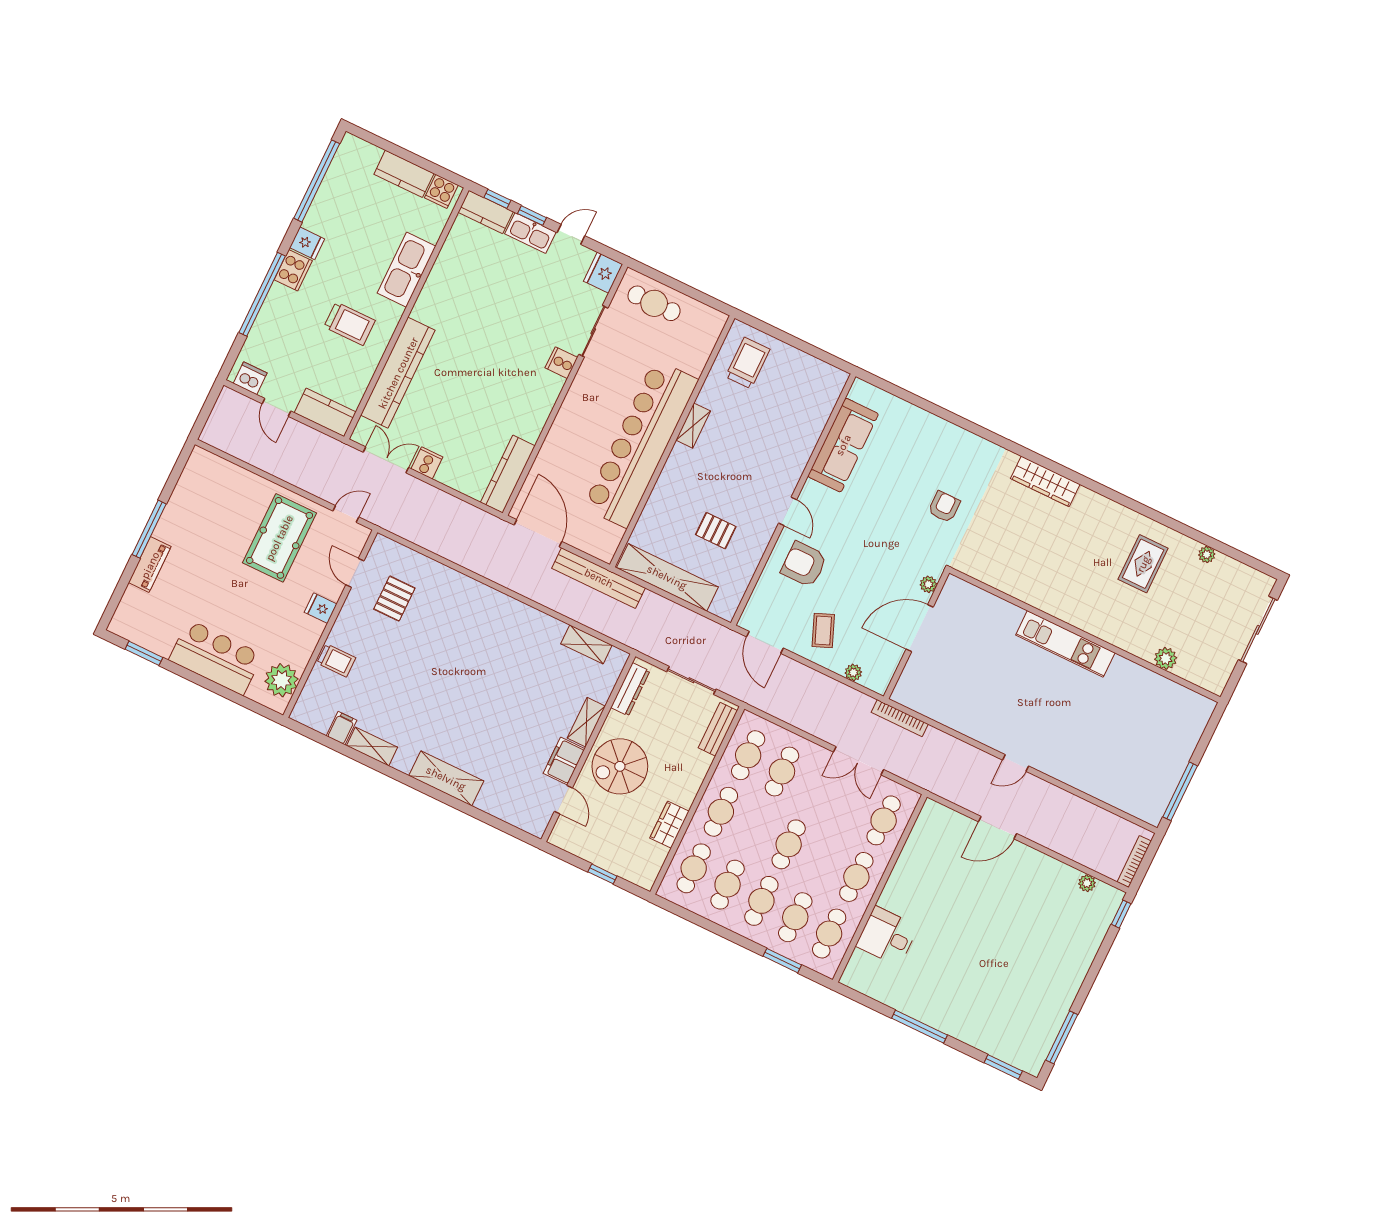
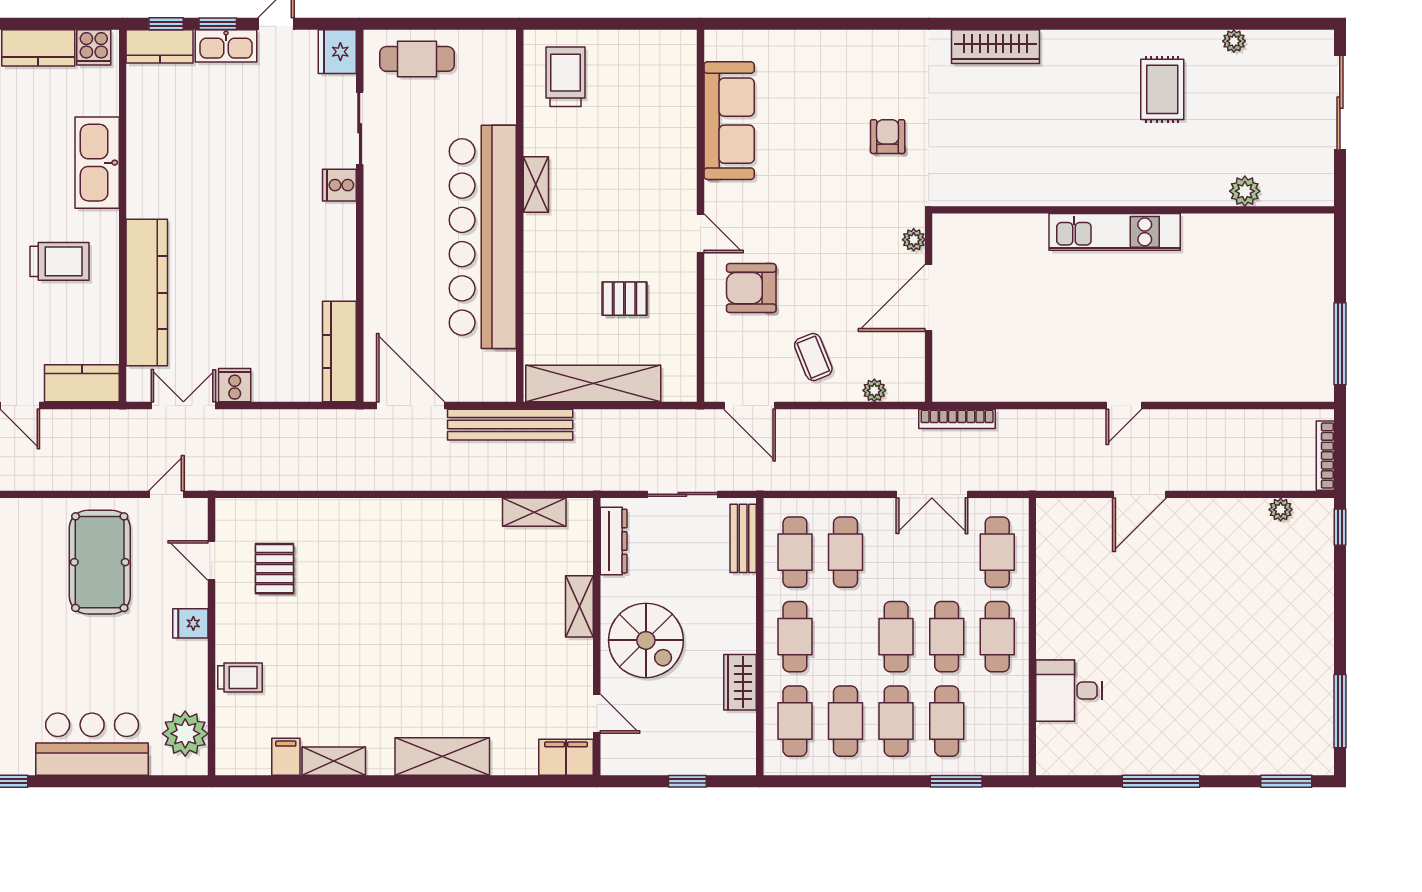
filing cabinet: (564, 761) -> (566, 757), moved, turned 90
spiral stairs: (620, 766) -> (646, 640), turned -90
cafe table: (829, 934) -> (947, 637), moved

